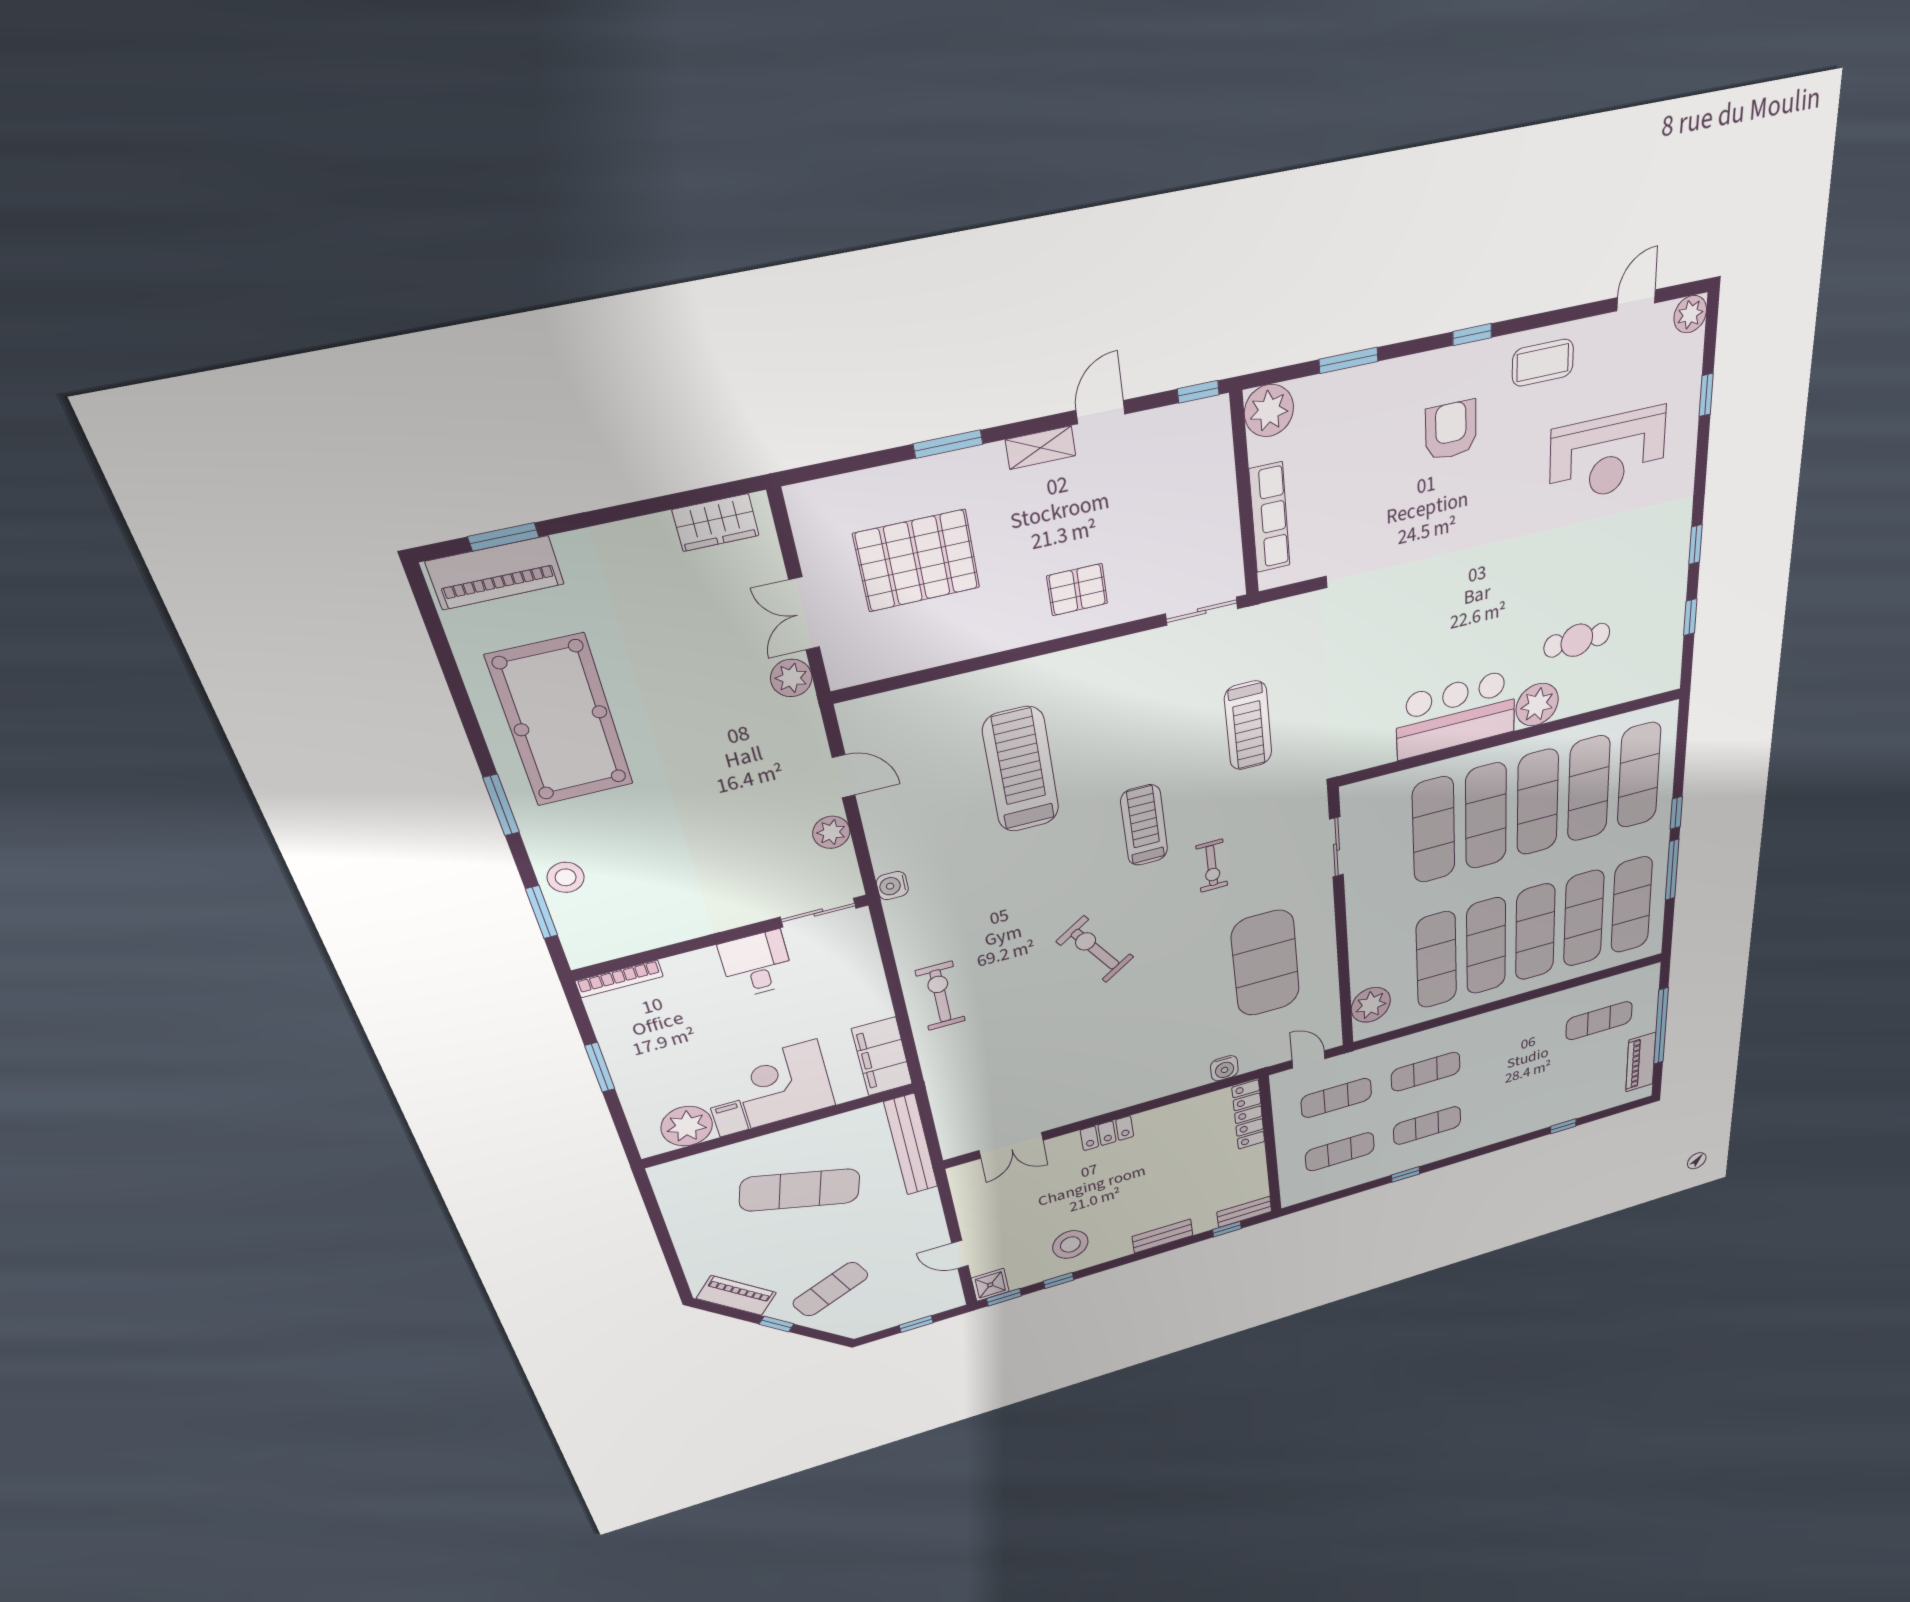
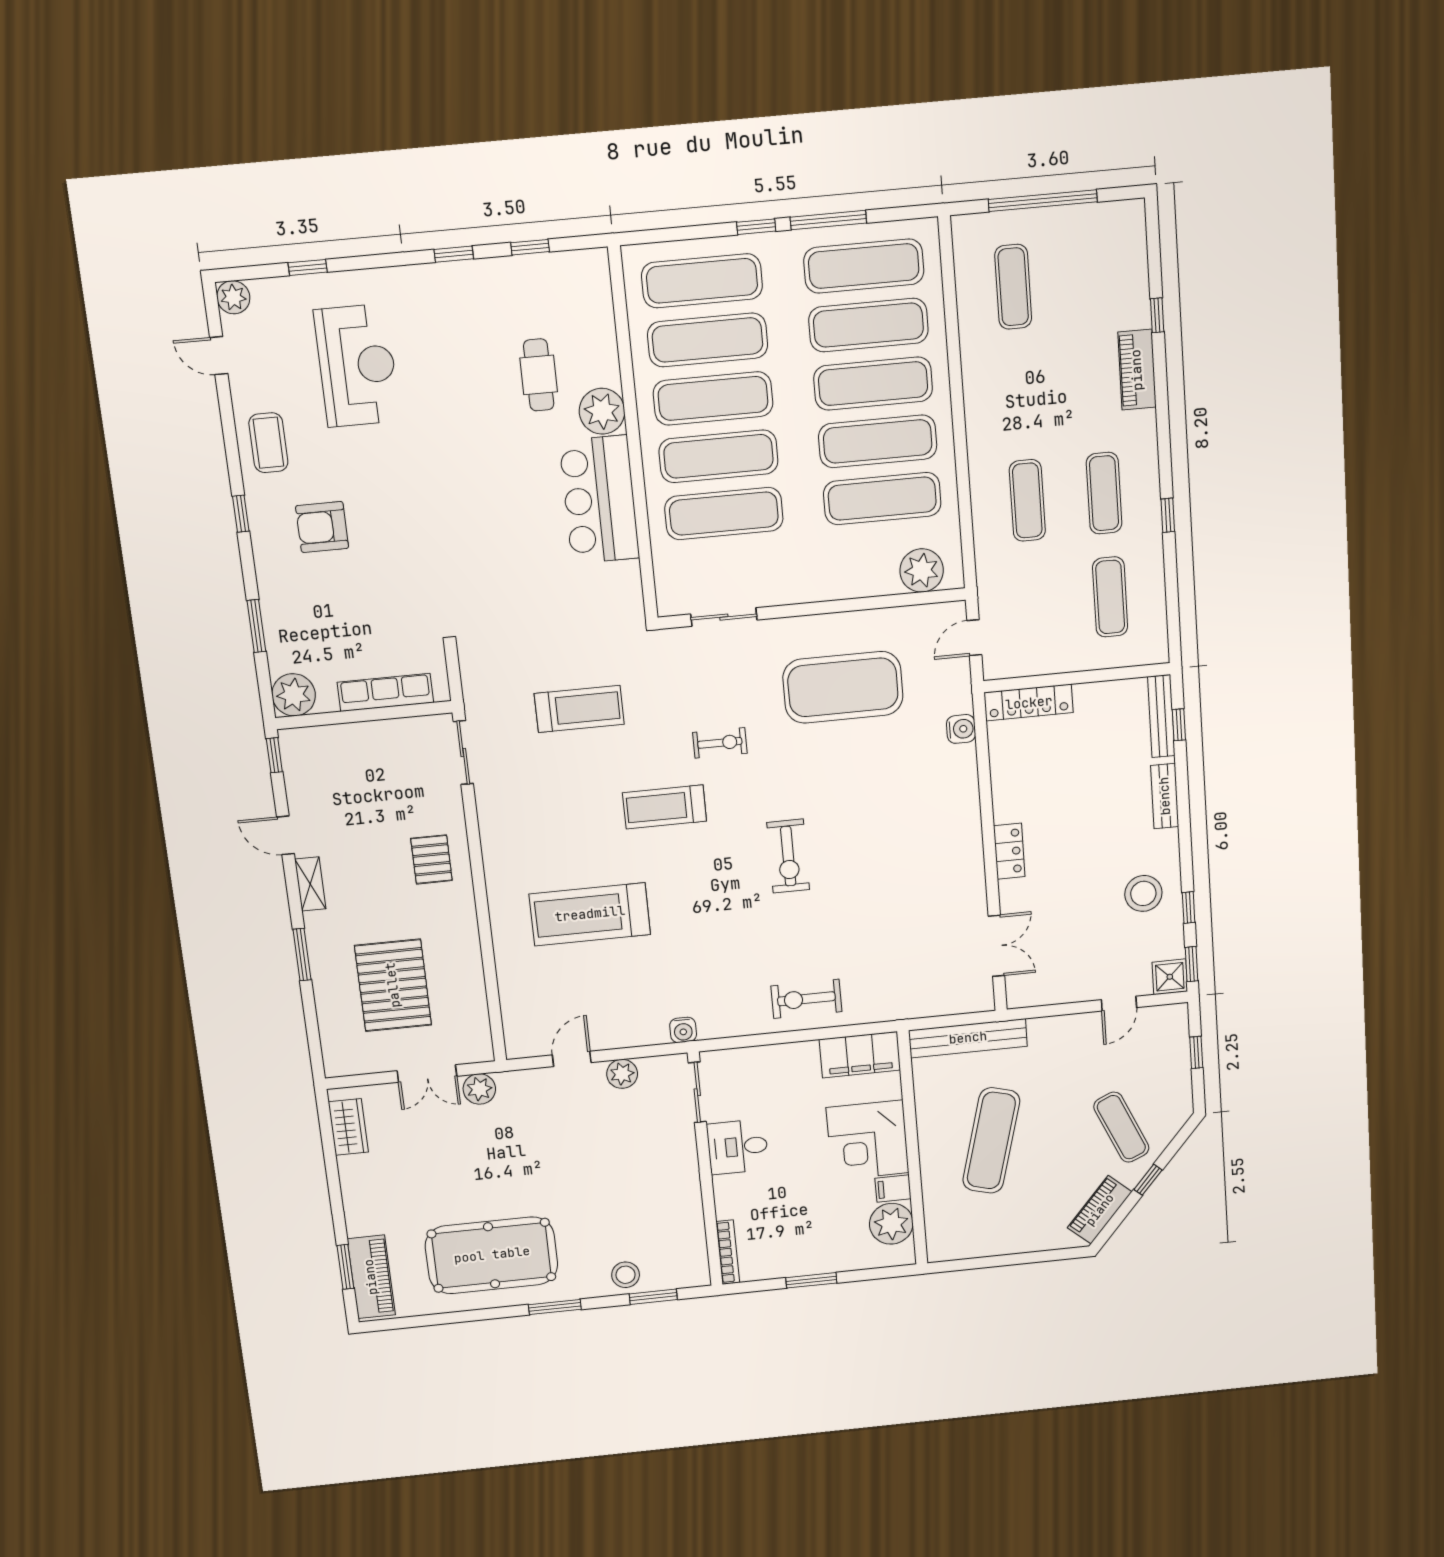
exercise bike: (1095, 949) -> (788, 856), turned -56
piano: (1641, 1062) -> (1137, 370), moved, turned 90
exercise mat: (1336, 1098) -> (1034, 604), removed
bench: (1244, 1212) -> (1161, 716), width x1.36

